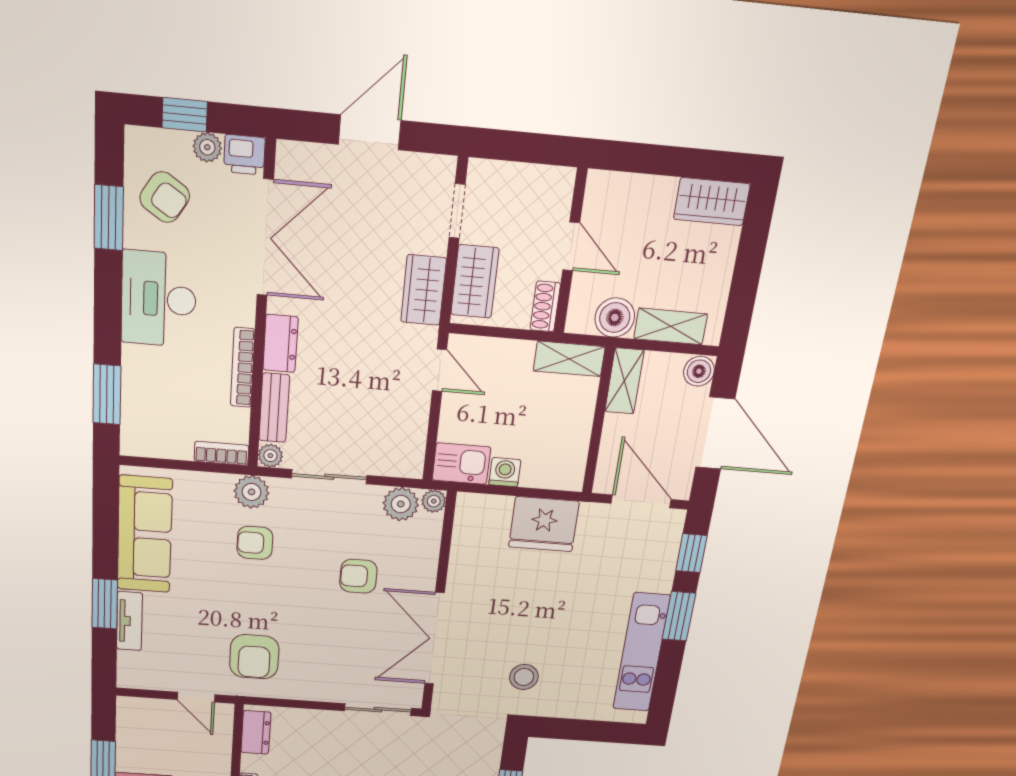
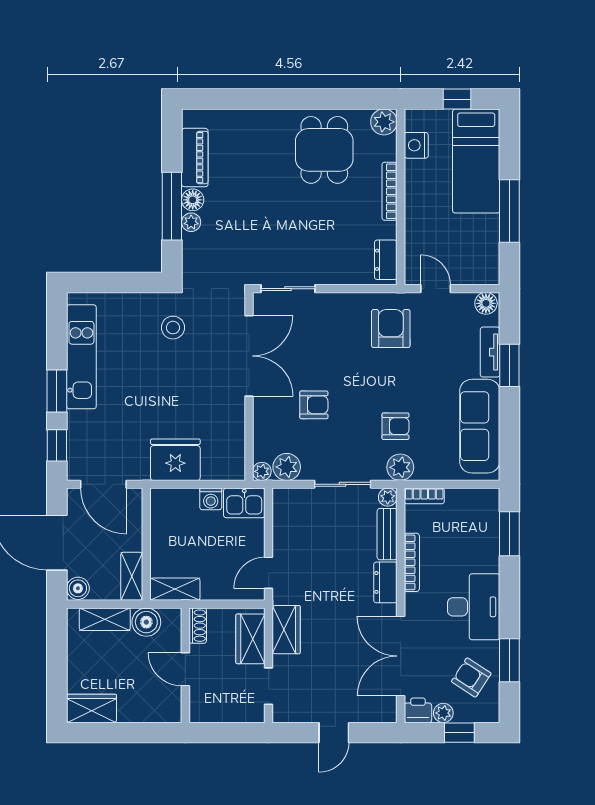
door: (370, 132) -> (334, 733), width x0.73
door: (439, 370) -> (269, 573), hinge flipped
floor lamp: (134, 677) -> (486, 303), added

